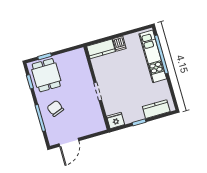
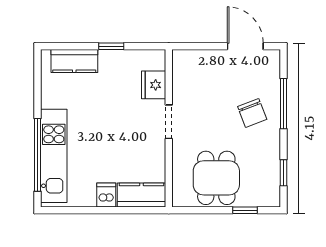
dining table: (46, 75) -> (216, 178), moved
fridge: (116, 120) -> (154, 85), moved, turned 90
door: (69, 142) -> (245, 46), hinge flipped

